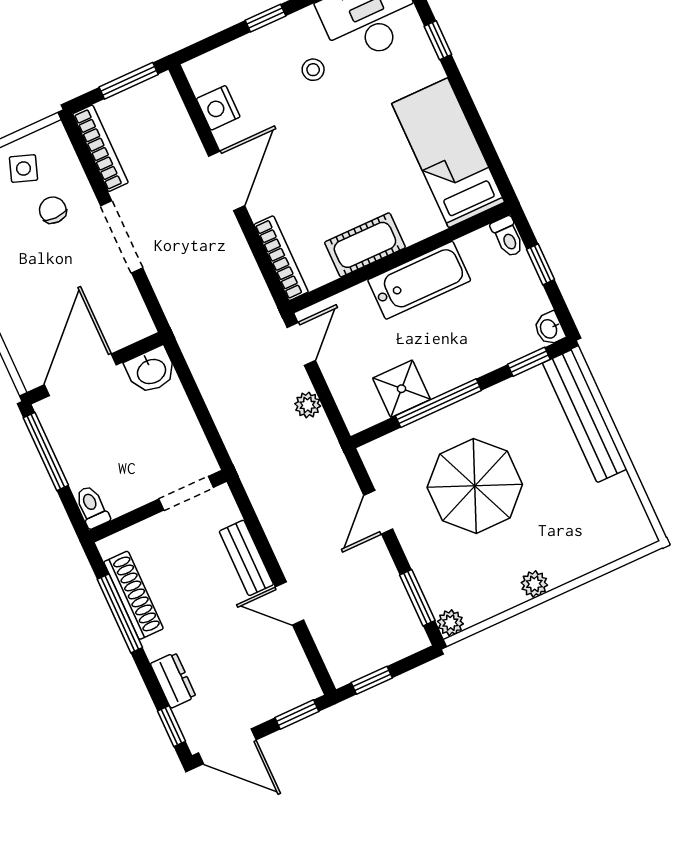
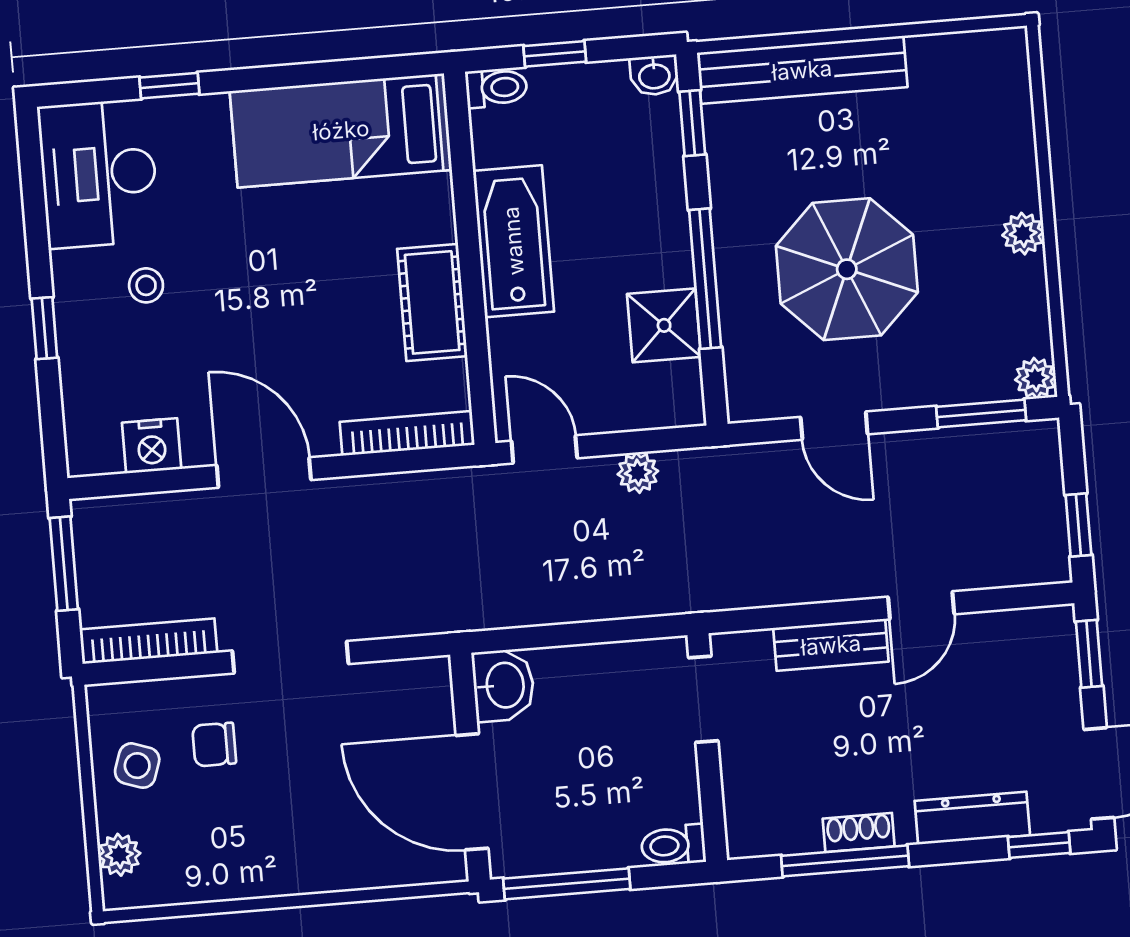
shoe rack: (133, 595) -> (859, 832), width x0.51, depth x0.81
dresser: (173, 680) -> (972, 818), width x1.44

